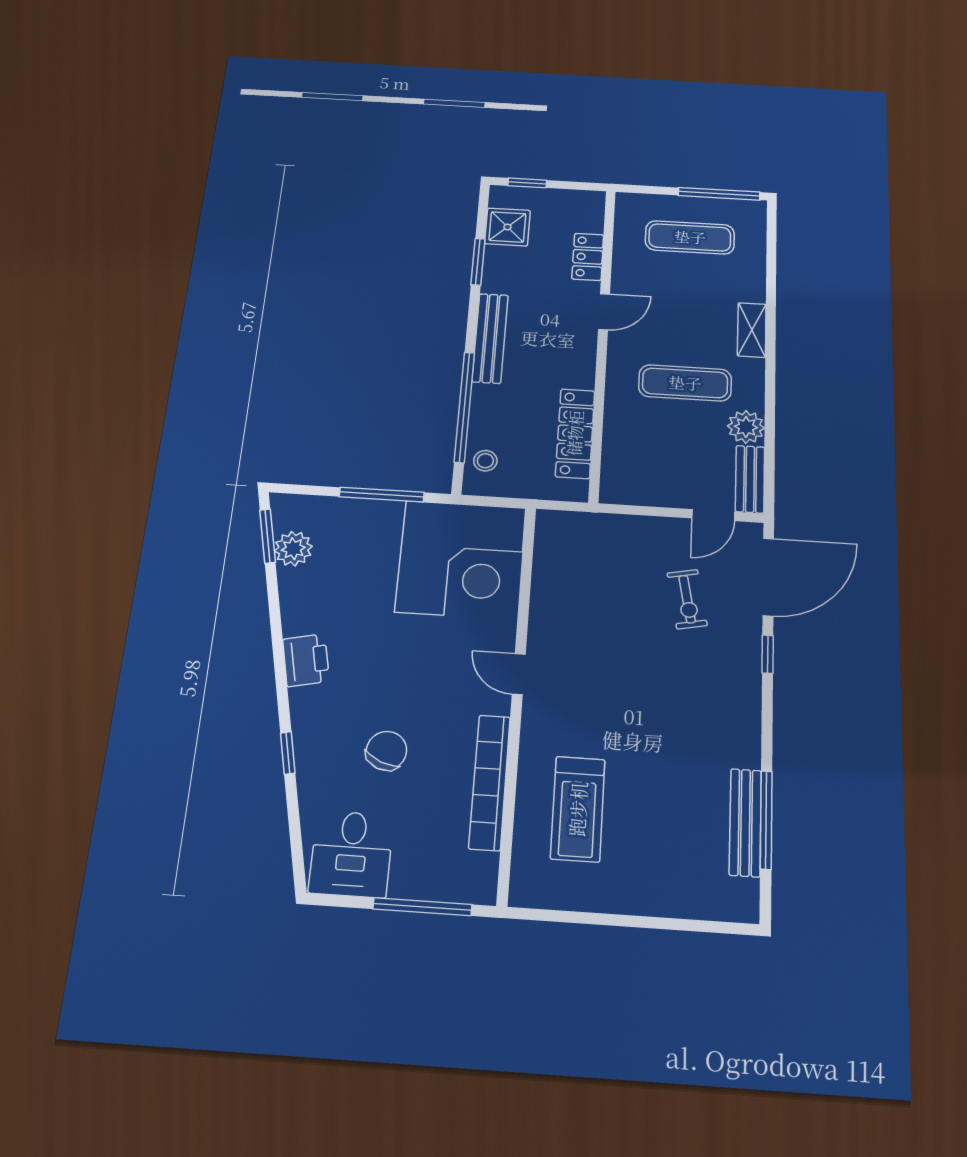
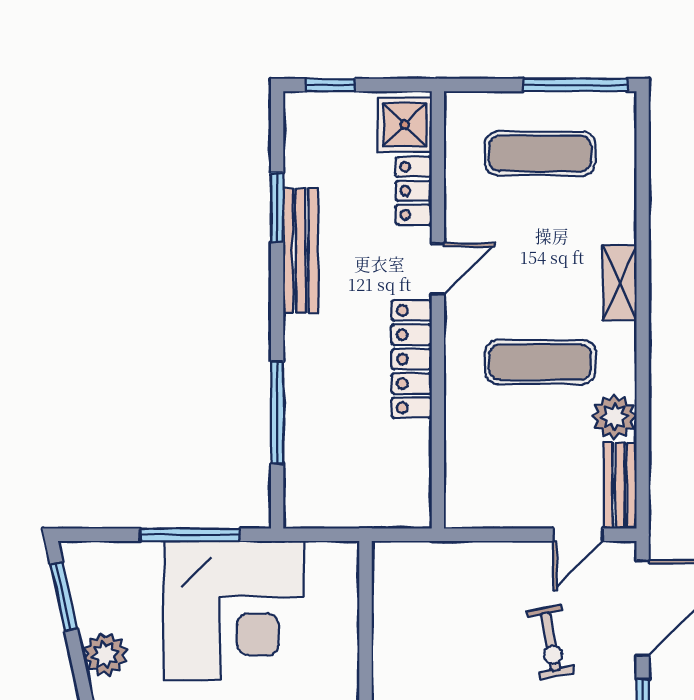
shower: (507, 227) -> (405, 125), moved
bench: (490, 338) -> (301, 251), moved
window: (464, 407) -> (277, 413), width x0.68
locker: (575, 433) -> (412, 359), moved
stool: (485, 461) -> (308, 483), removed
plant: (293, 549) -> (105, 655), moved
corner desk: (461, 560) -> (234, 611), moved

